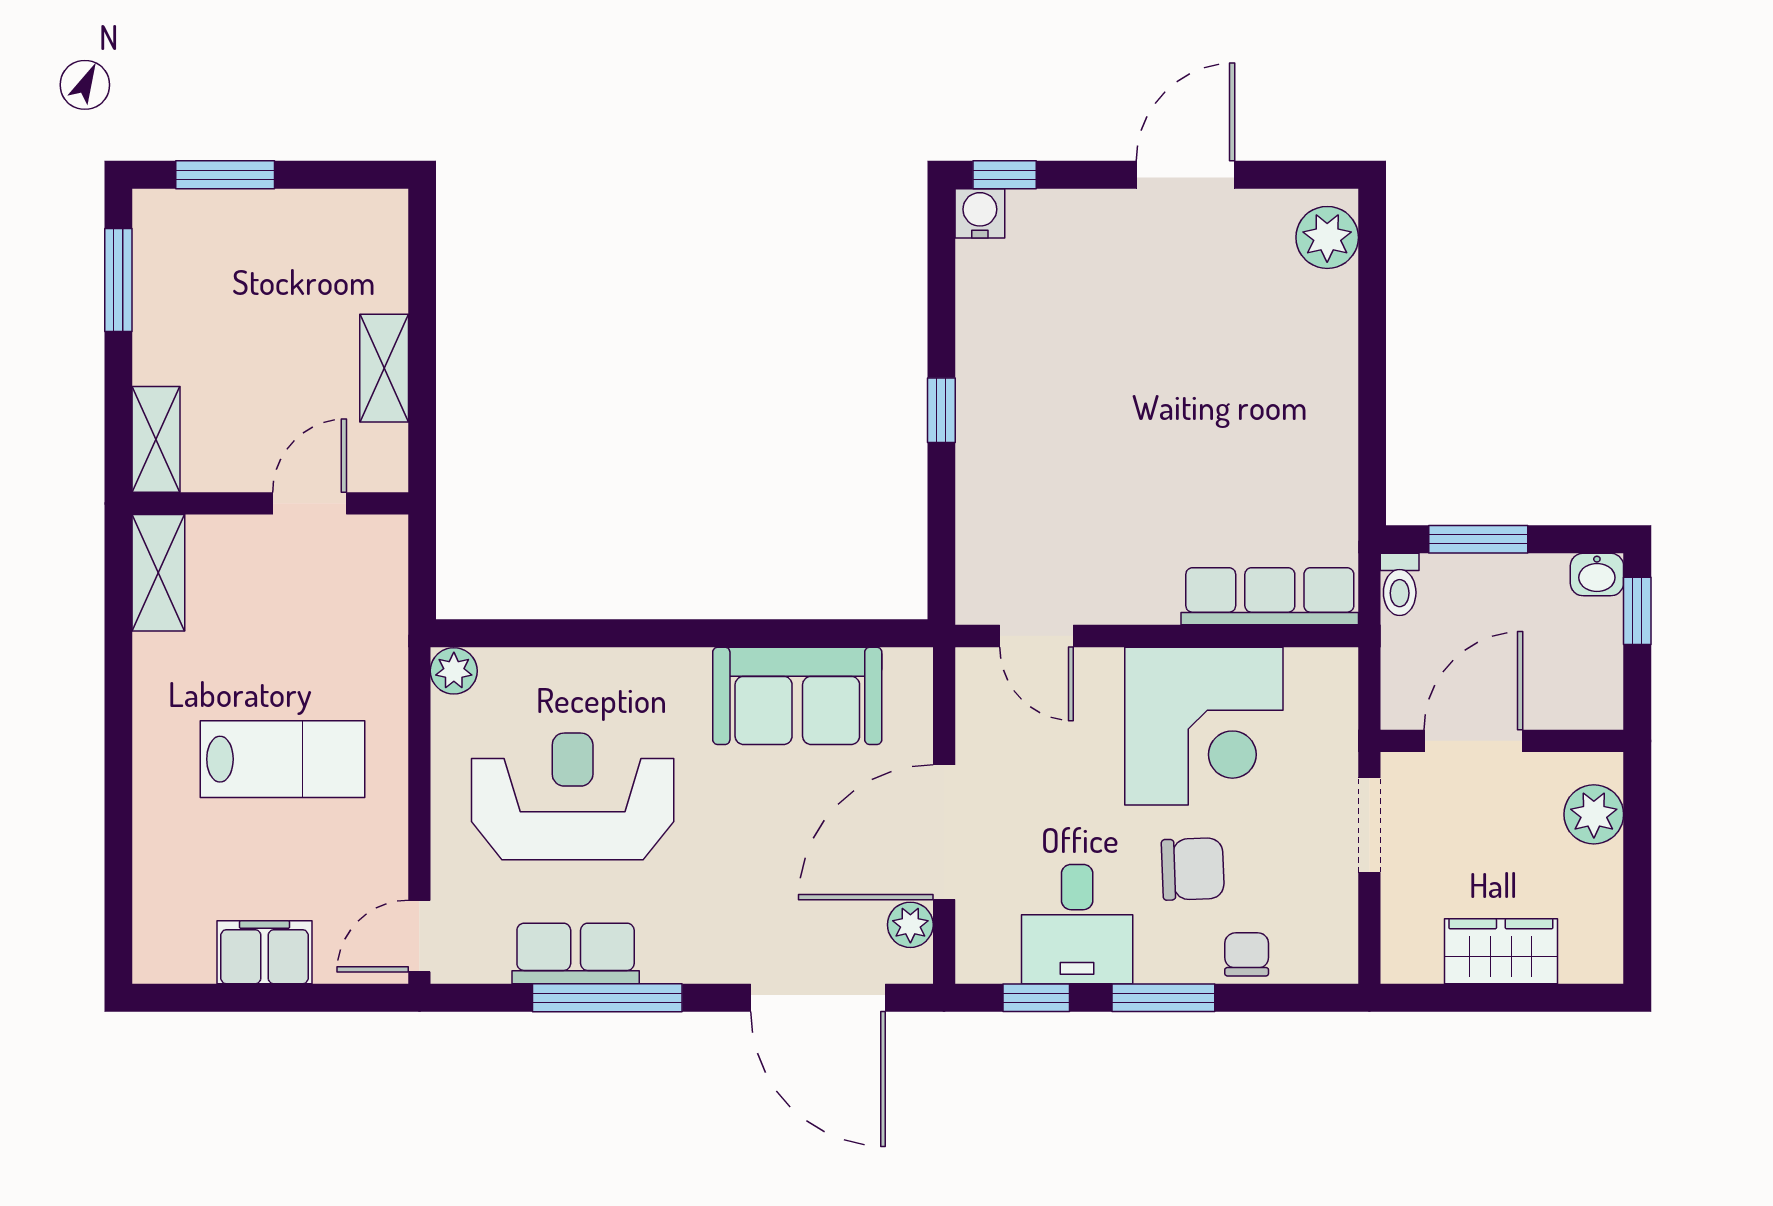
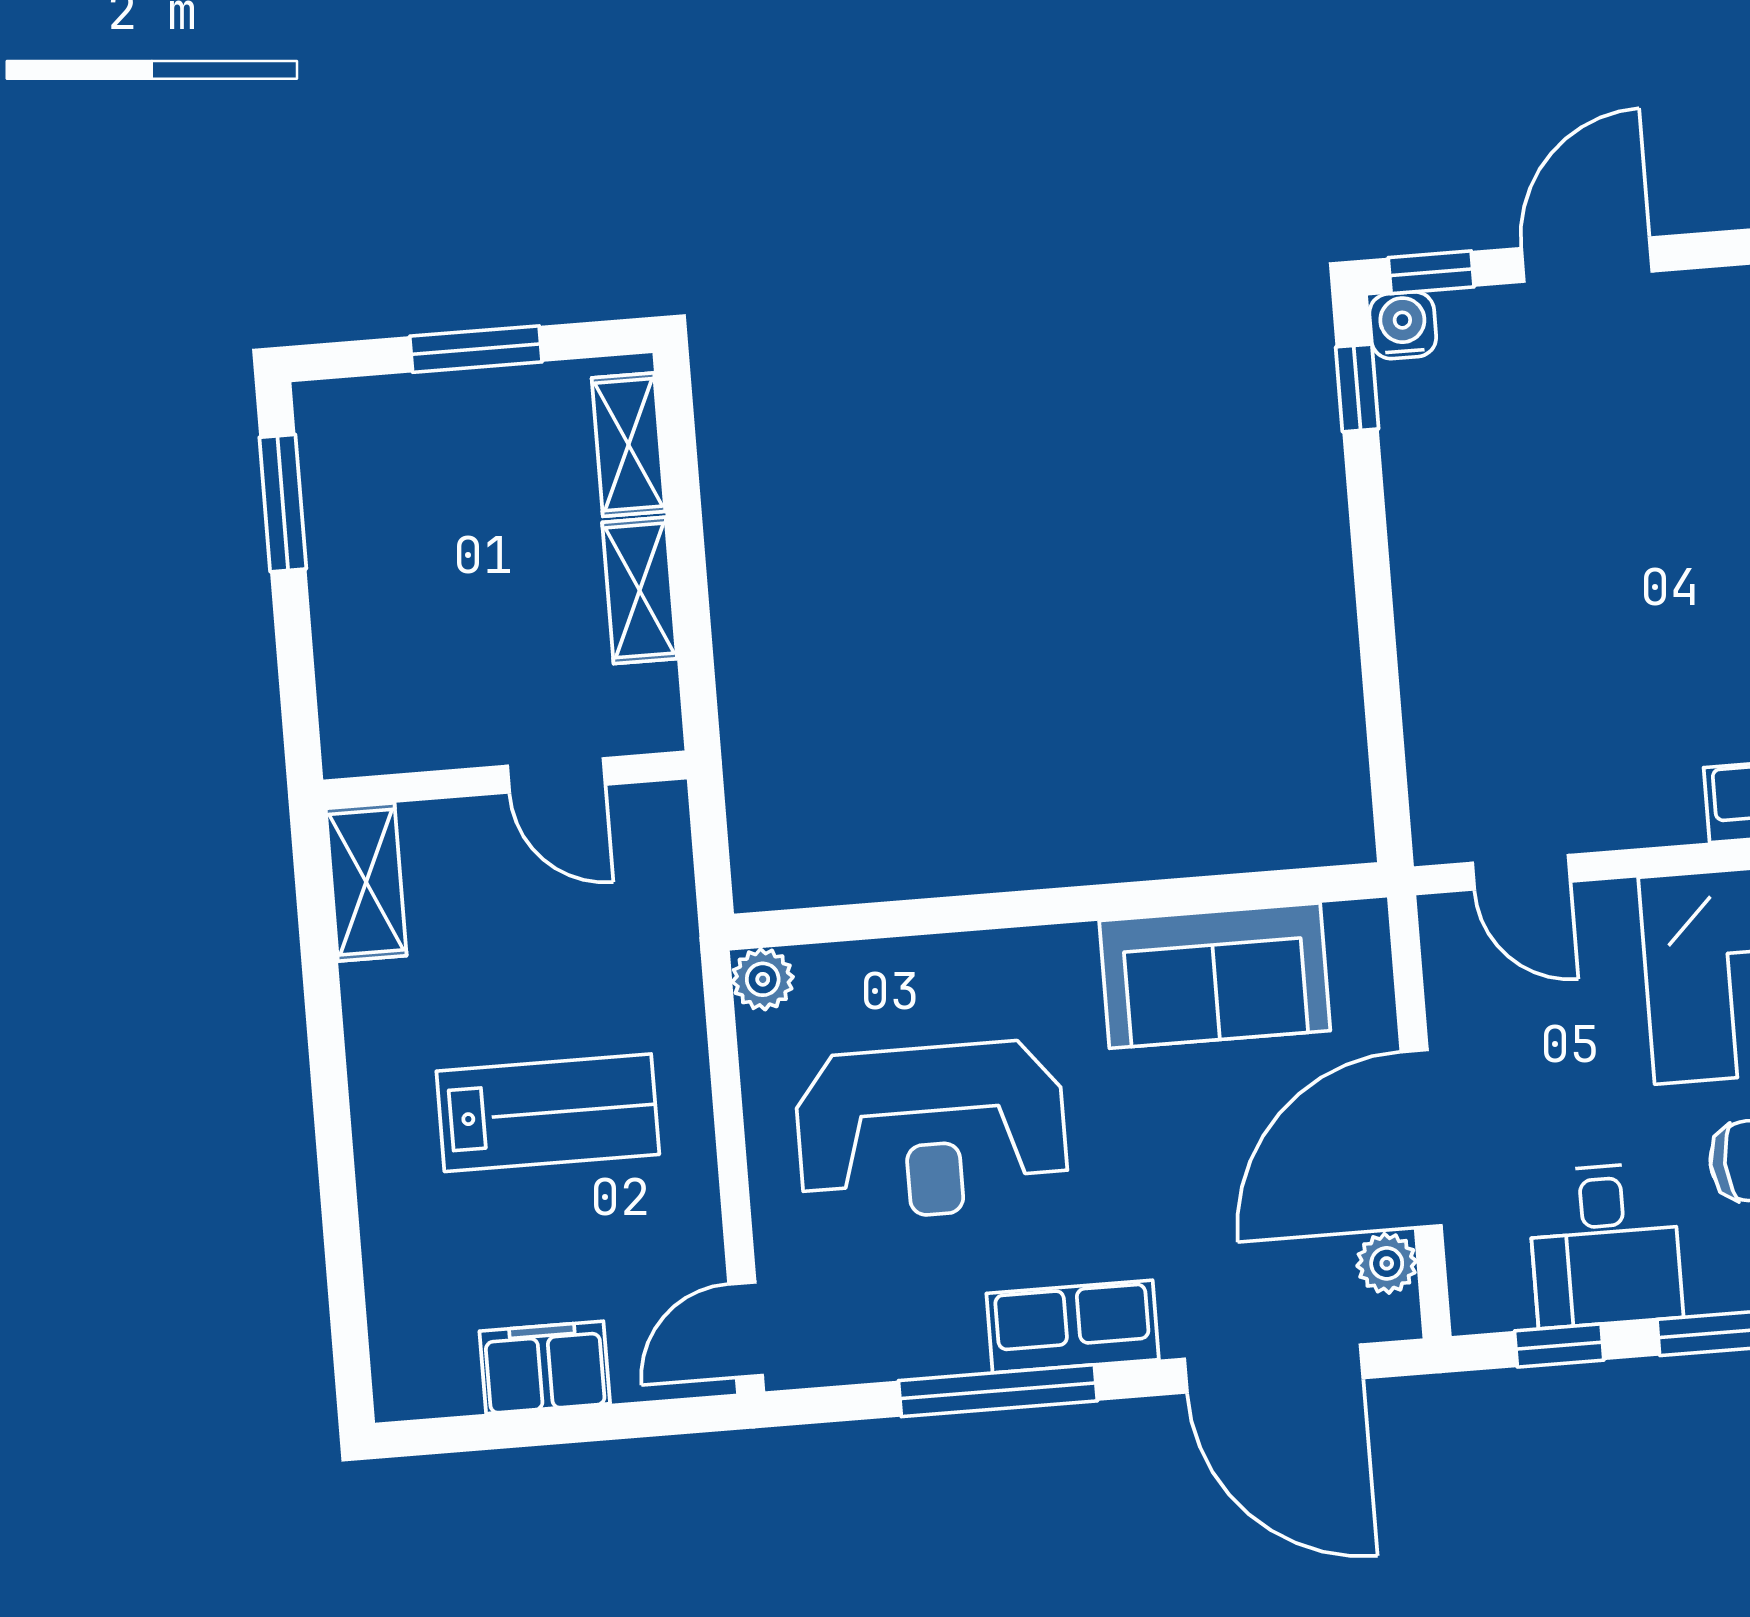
window: (225, 175) -> (476, 349), moved
door: (1185, 175) -> (1587, 260), moved
window: (941, 410) -> (1357, 388), moved
shelving: (156, 439) -> (628, 445), moved
door: (310, 503) -> (556, 775), swing flipped
reception desk: (573, 796) -> (931, 1131), turned 180
row of seats: (576, 954) -> (1073, 1326), moved

